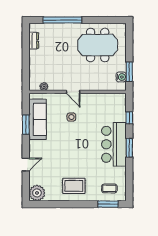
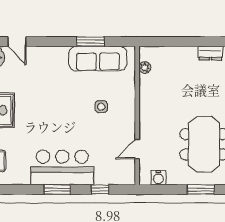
window: (129, 72) -> (201, 189), moved
door: (73, 92) -> (137, 149), moved
door: (26, 164) -> (17, 42), moved

